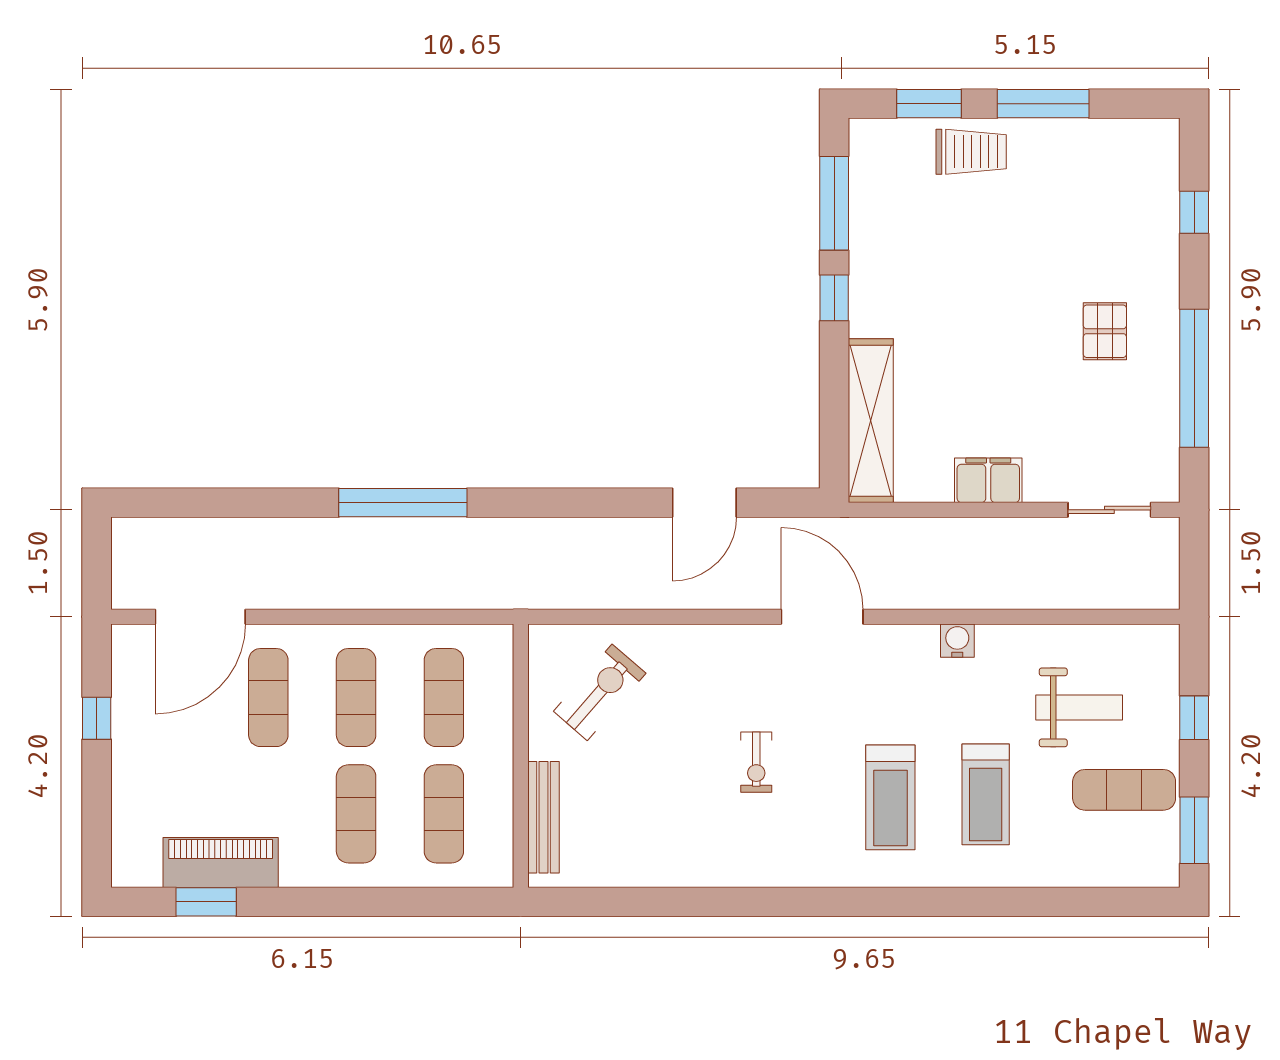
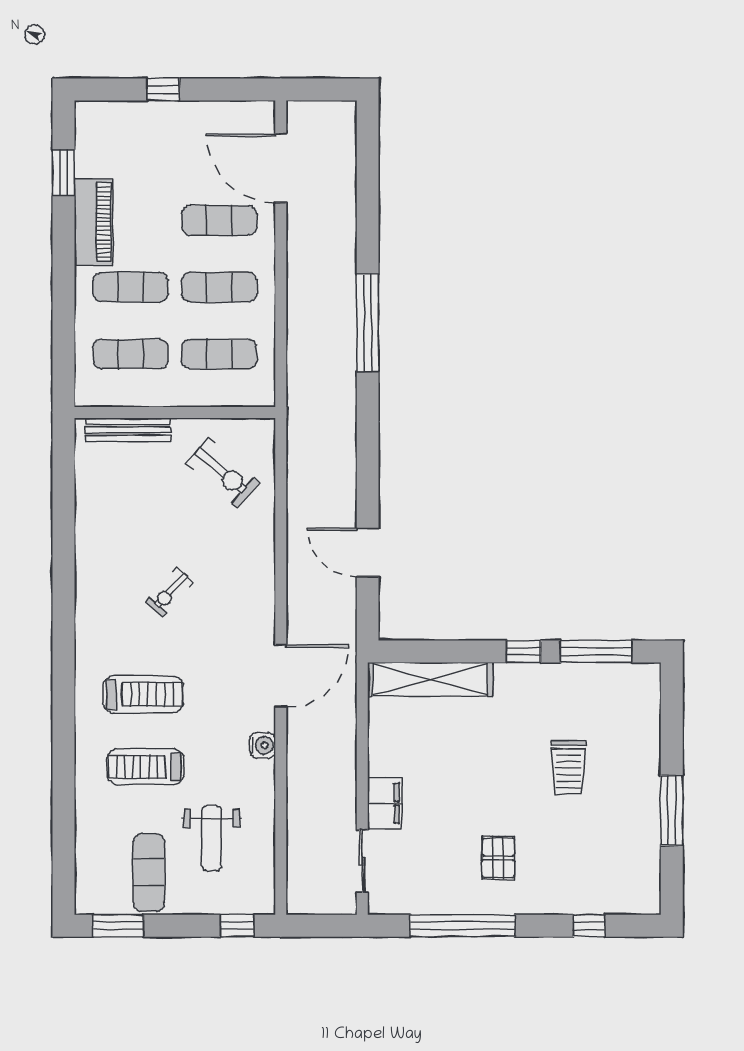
window: (929, 104) -> (672, 724), removed
trolley: (971, 152) -> (569, 768), moved
pallet: (1105, 331) -> (498, 858), turned 90
filing cabinet: (988, 480) -> (385, 803), moved
door: (822, 617) -> (281, 676), moved
window: (97, 718) -> (163, 89), moved
window: (1194, 718) -> (237, 926), moved
exercise bike: (756, 762) -> (170, 592), turned -48
treadmill: (890, 797) -> (143, 694), turned 180
piano: (221, 863) -> (93, 222), moved

